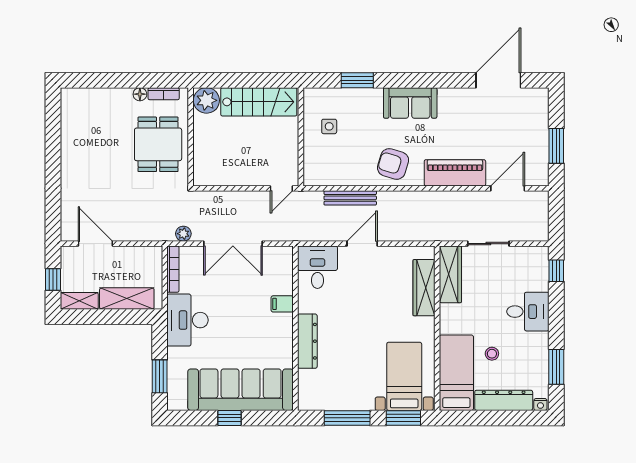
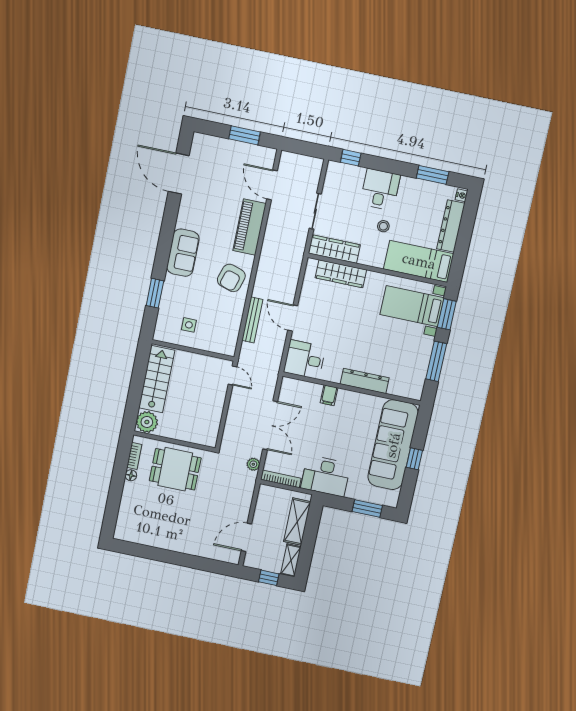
stool: (492, 354) -> (383, 226), moved

